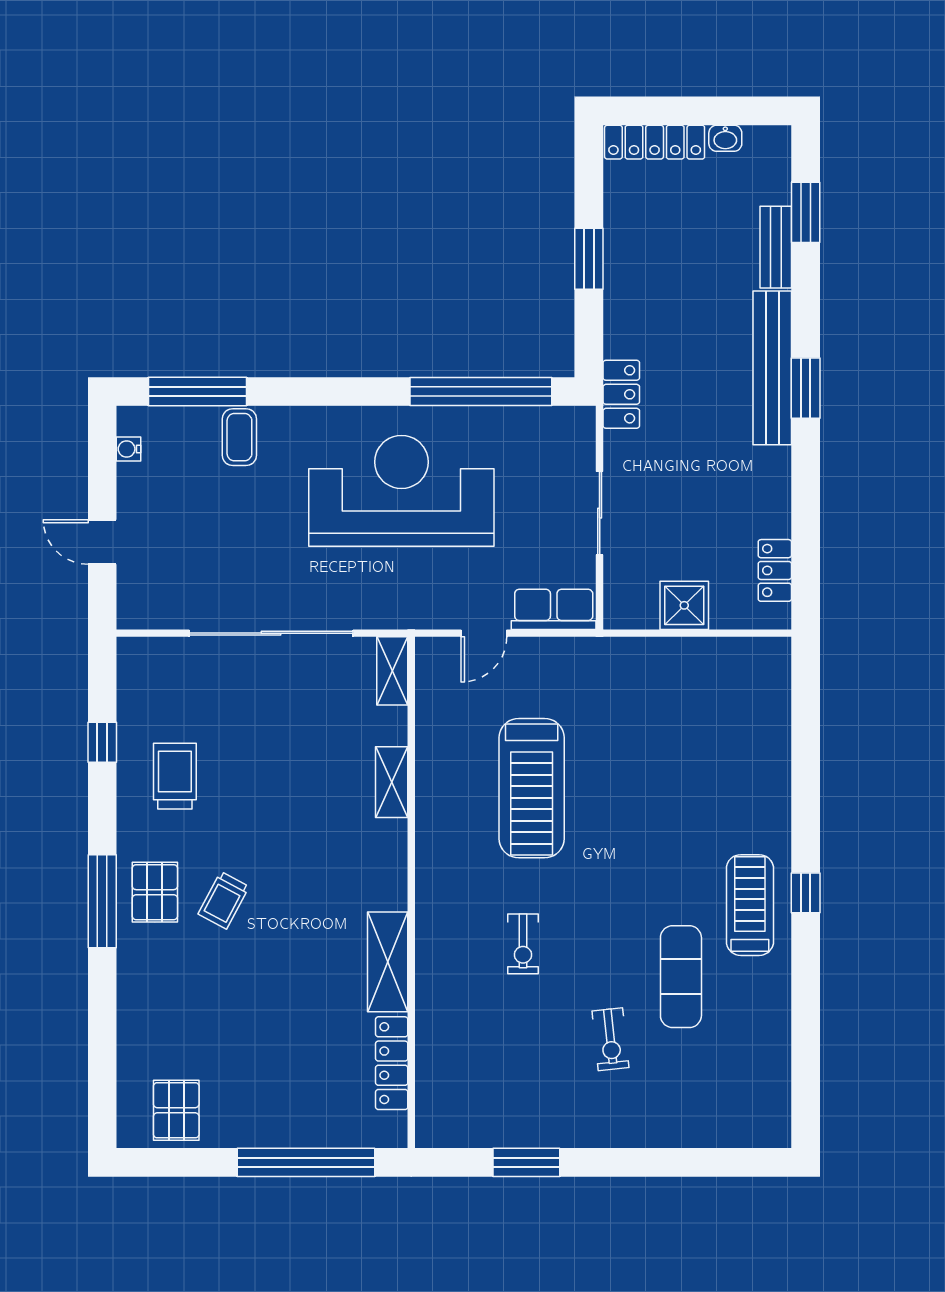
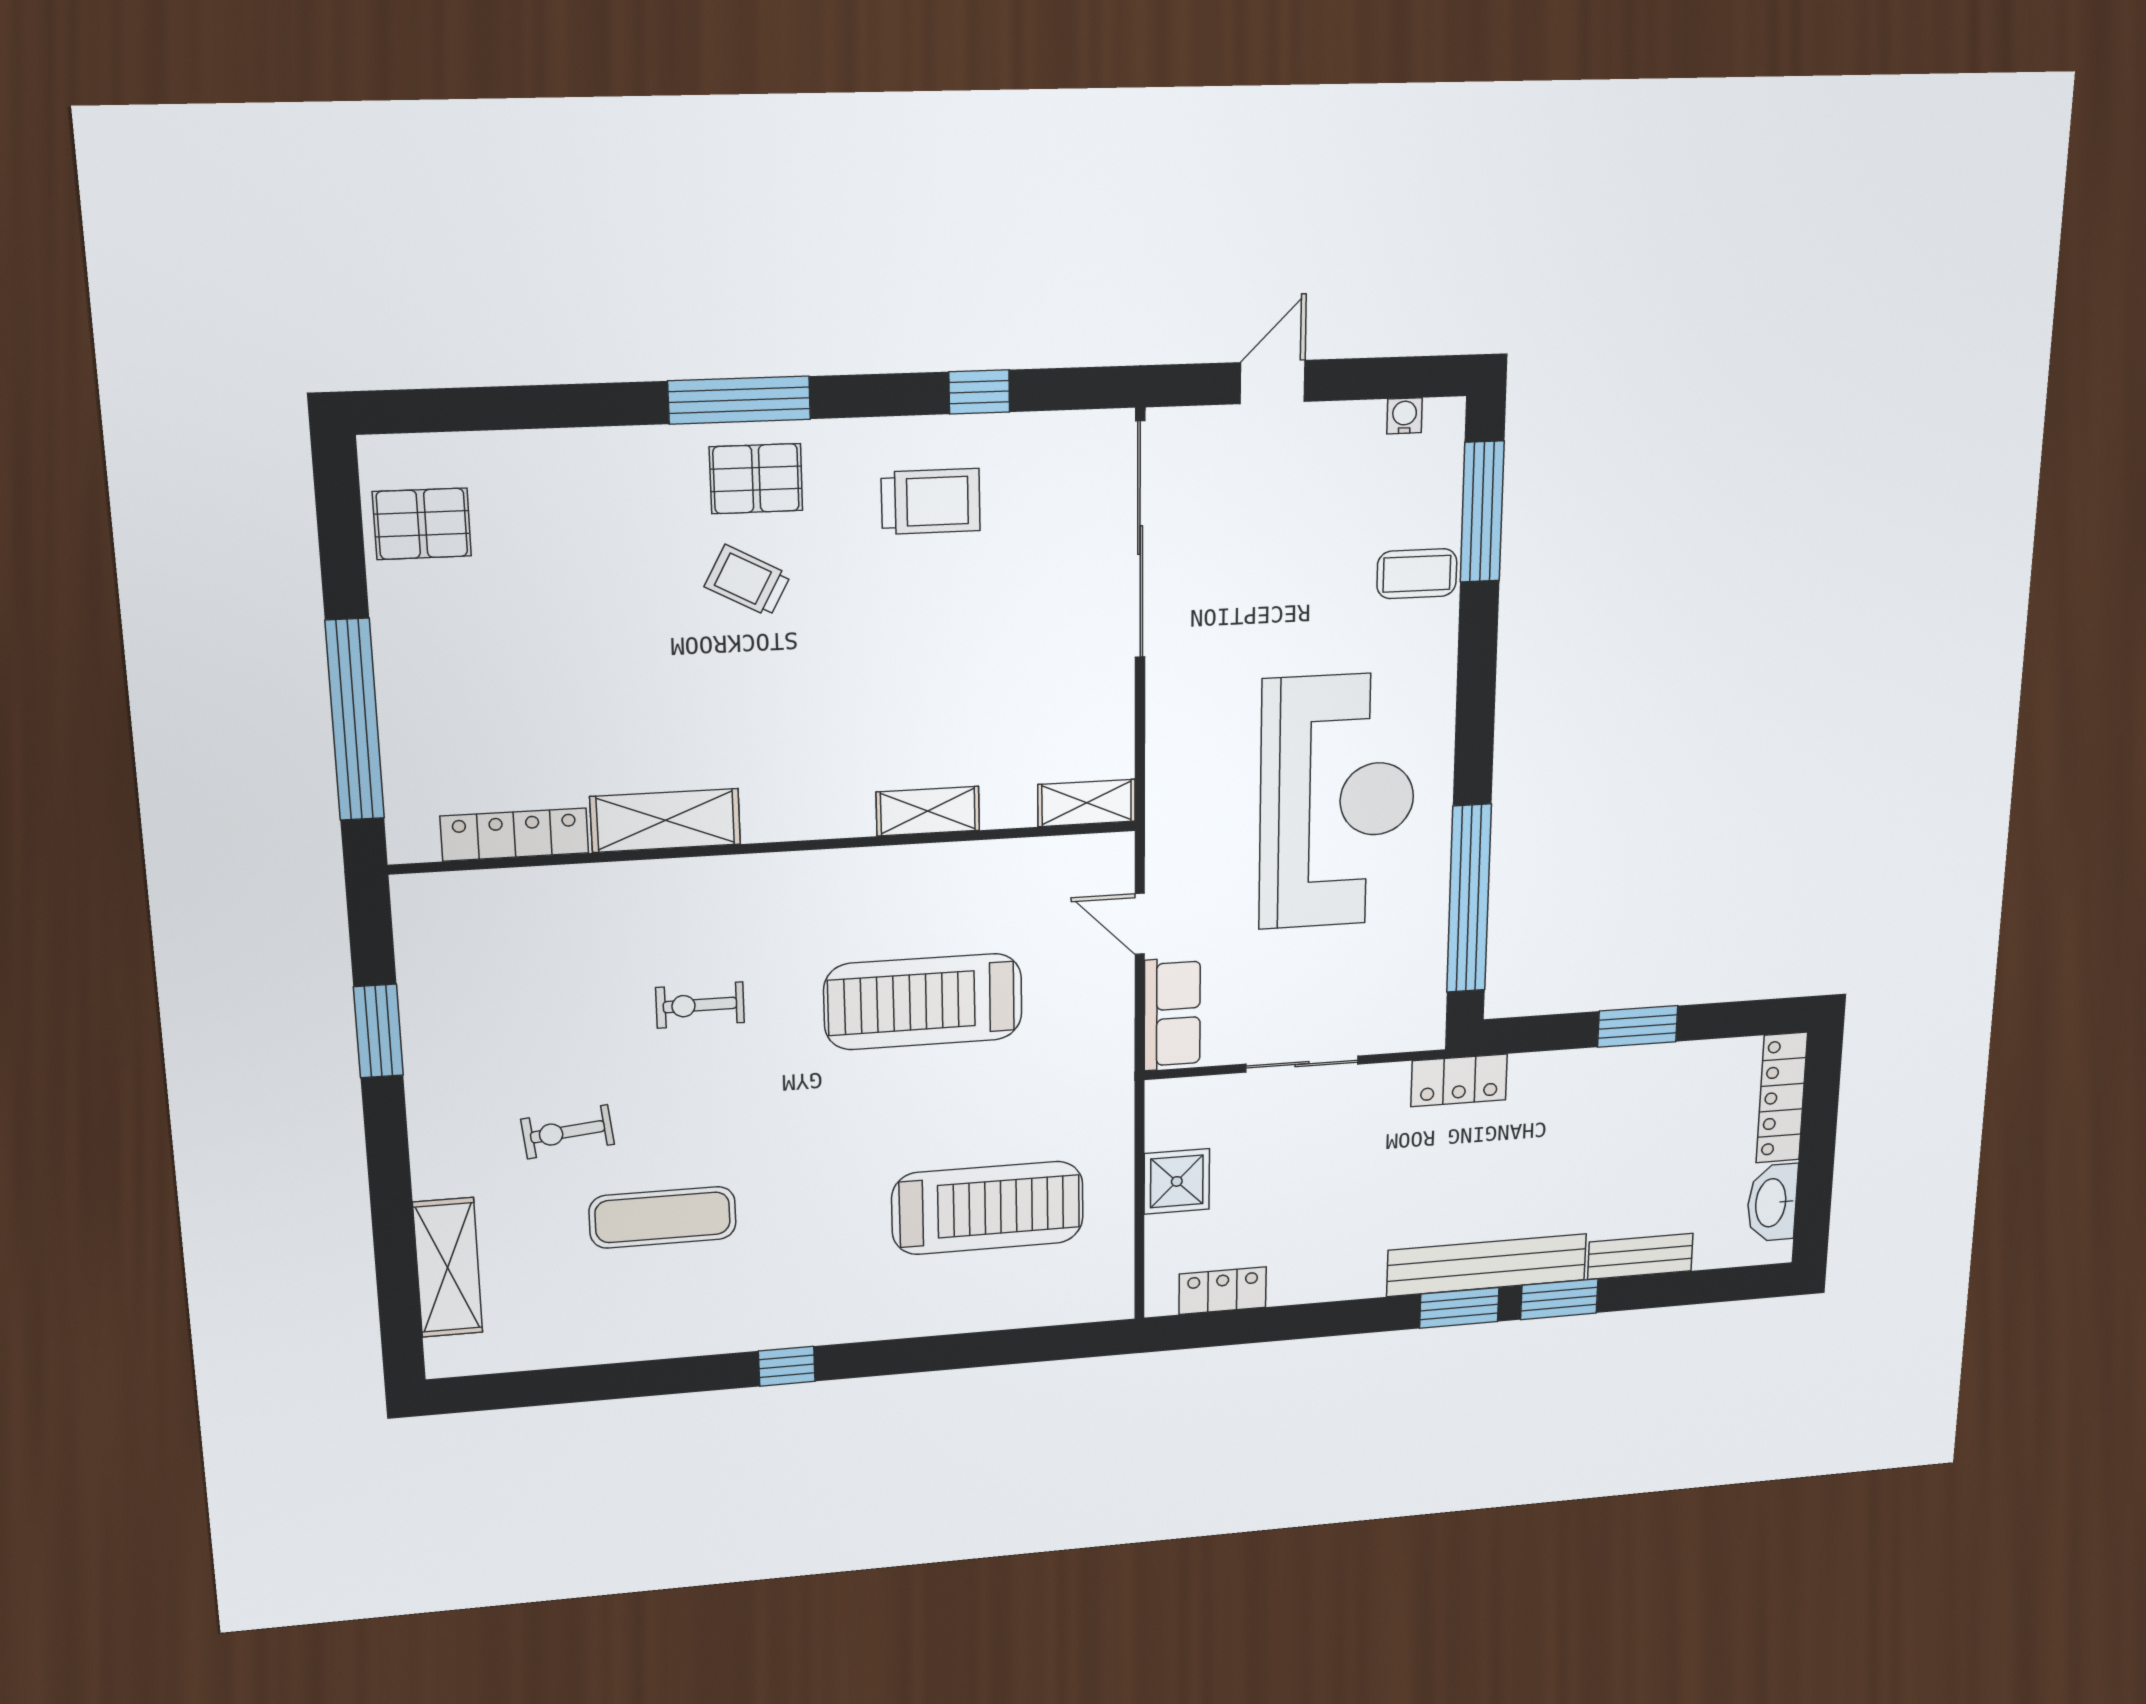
washbasin: (725, 138) -> (1772, 1203), width x1.91, depth x1.45
window: (806, 212) -> (1559, 1299), moved
sliding door: (271, 633) -> (1140, 540), moved
treadmill: (750, 905) -> (988, 1208), moved, width x1.37, depth x1.38
shelving: (706, 1127) -> (448, 1268), added

